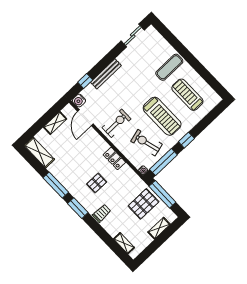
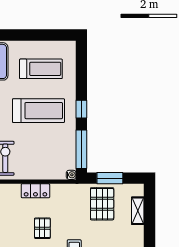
treadmill: (187, 95) -> (41, 69), turned 180
exercise bike: (147, 143) -> (49, 148), removed
window: (162, 194) -> (110, 178), width x0.69

